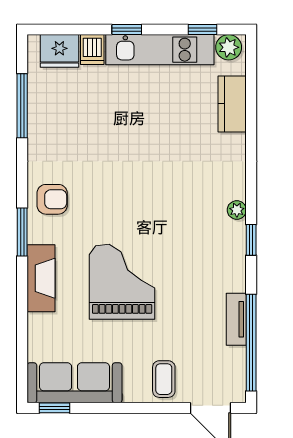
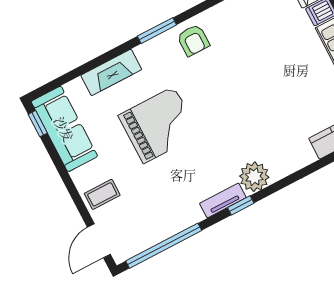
plant: (237, 210) -> (254, 177), width x1.87, depth x1.87
fireplace: (41, 278) -> (111, 72), moved
tv unit: (236, 319) -> (223, 200), moved

